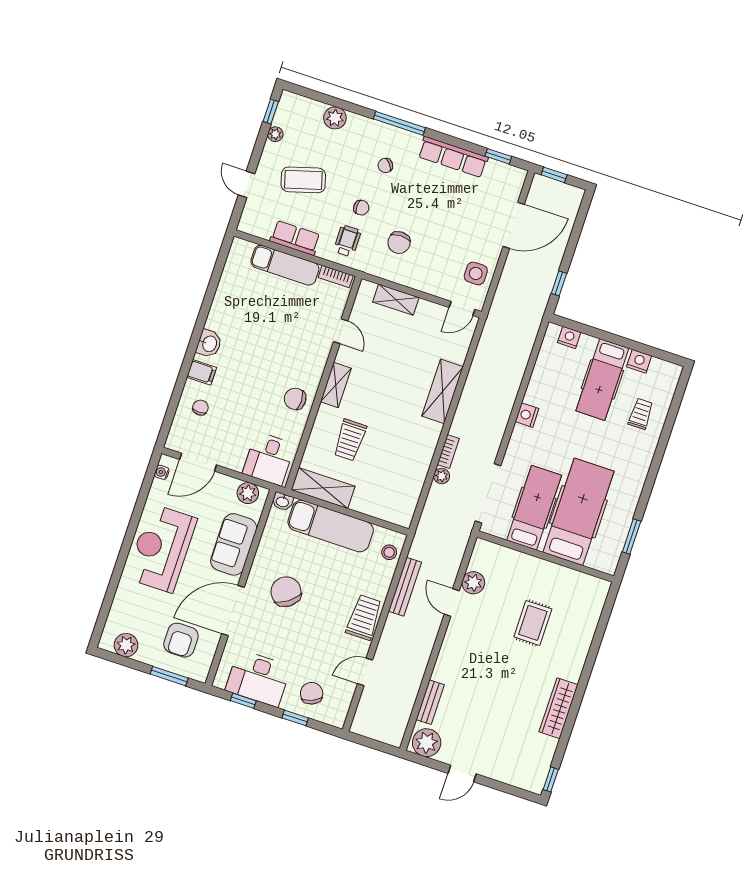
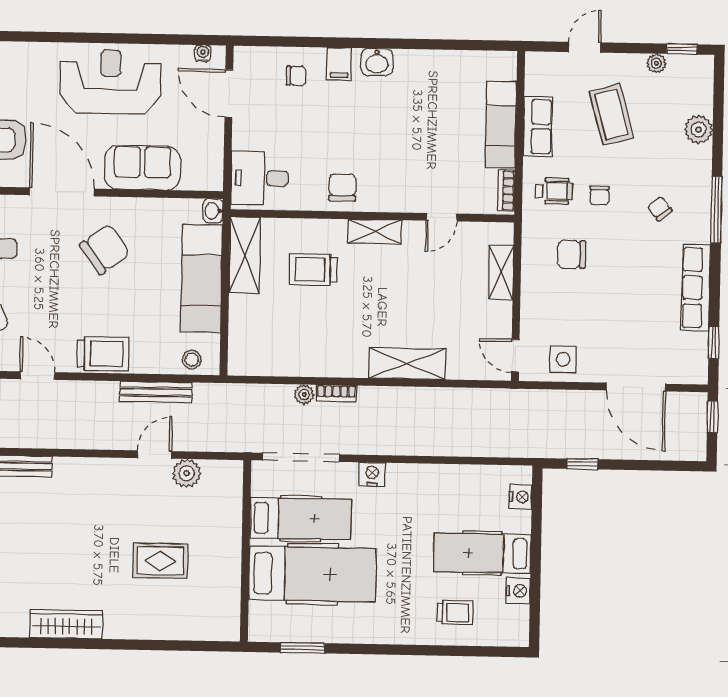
nightstand: (527, 415) -> (372, 474), moved
plant: (248, 493) -> (210, 166), removed

